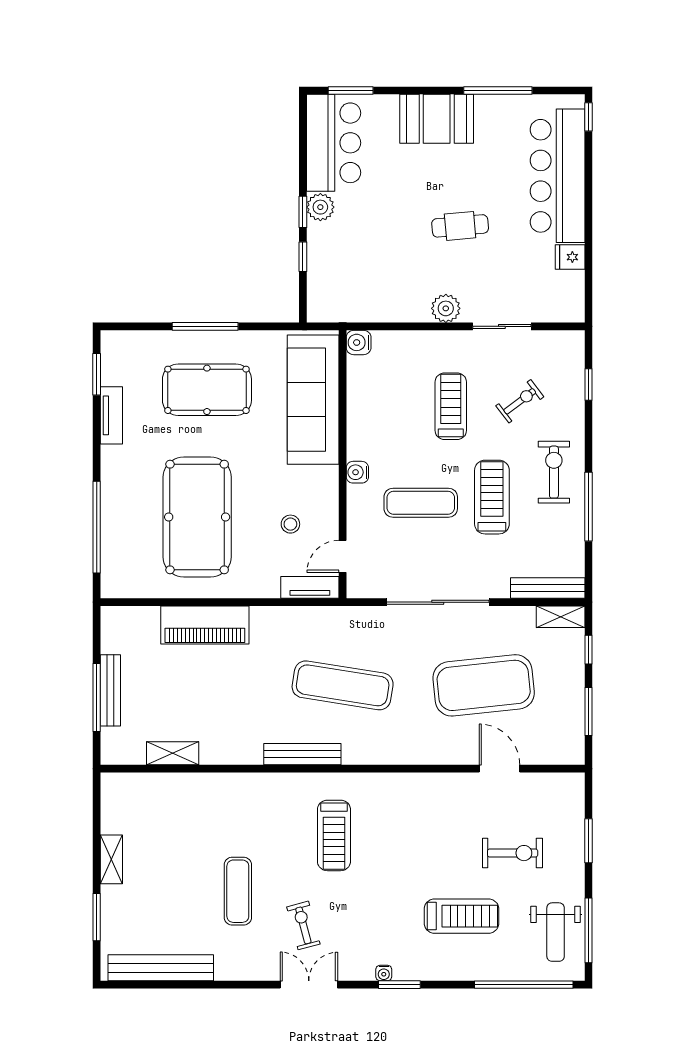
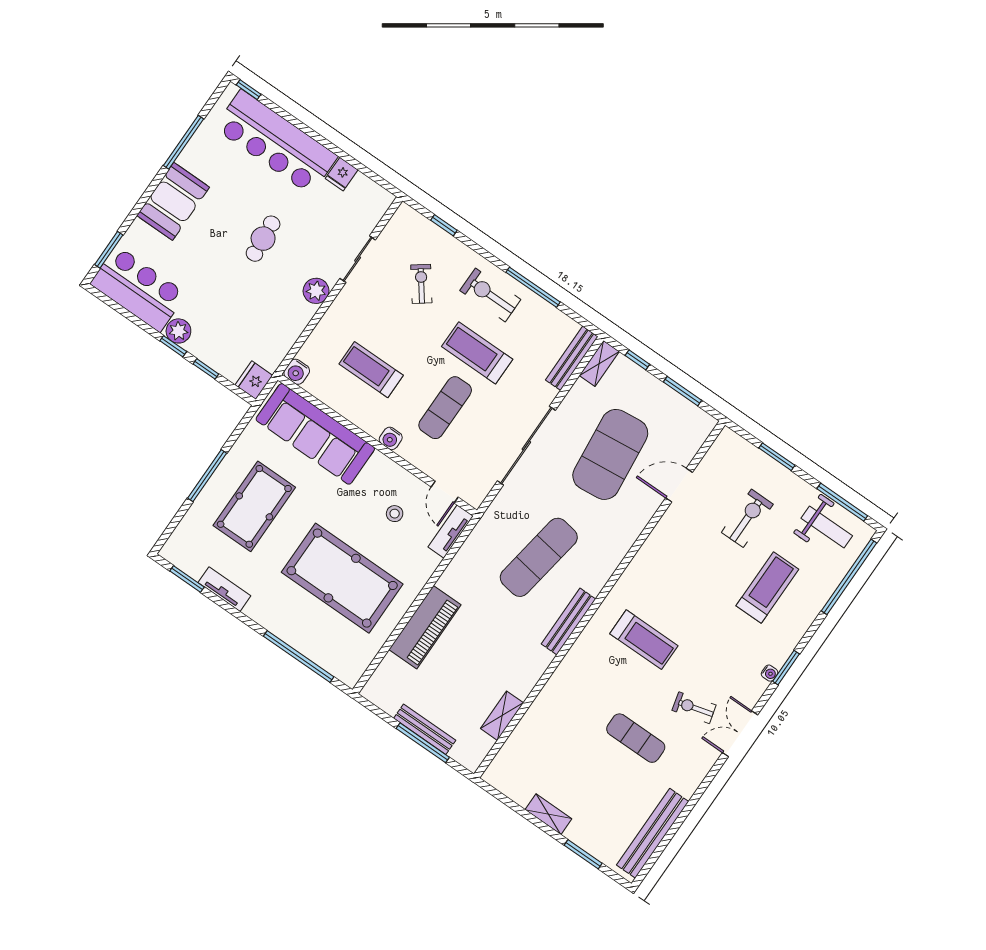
fridge: (323, 308) -> (254, 380), added
treadmill: (451, 406) -> (371, 370), moved

